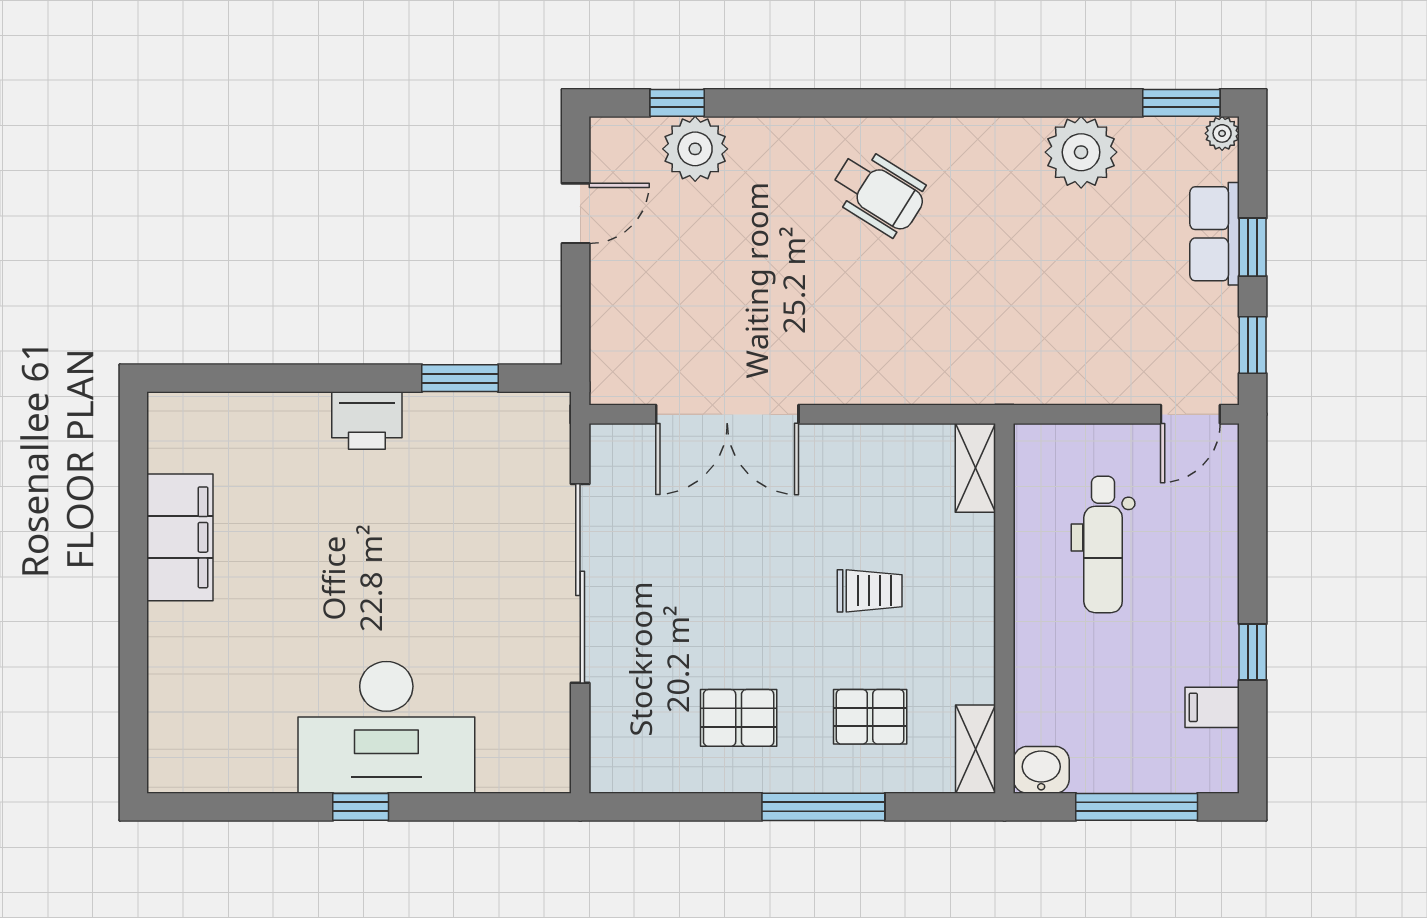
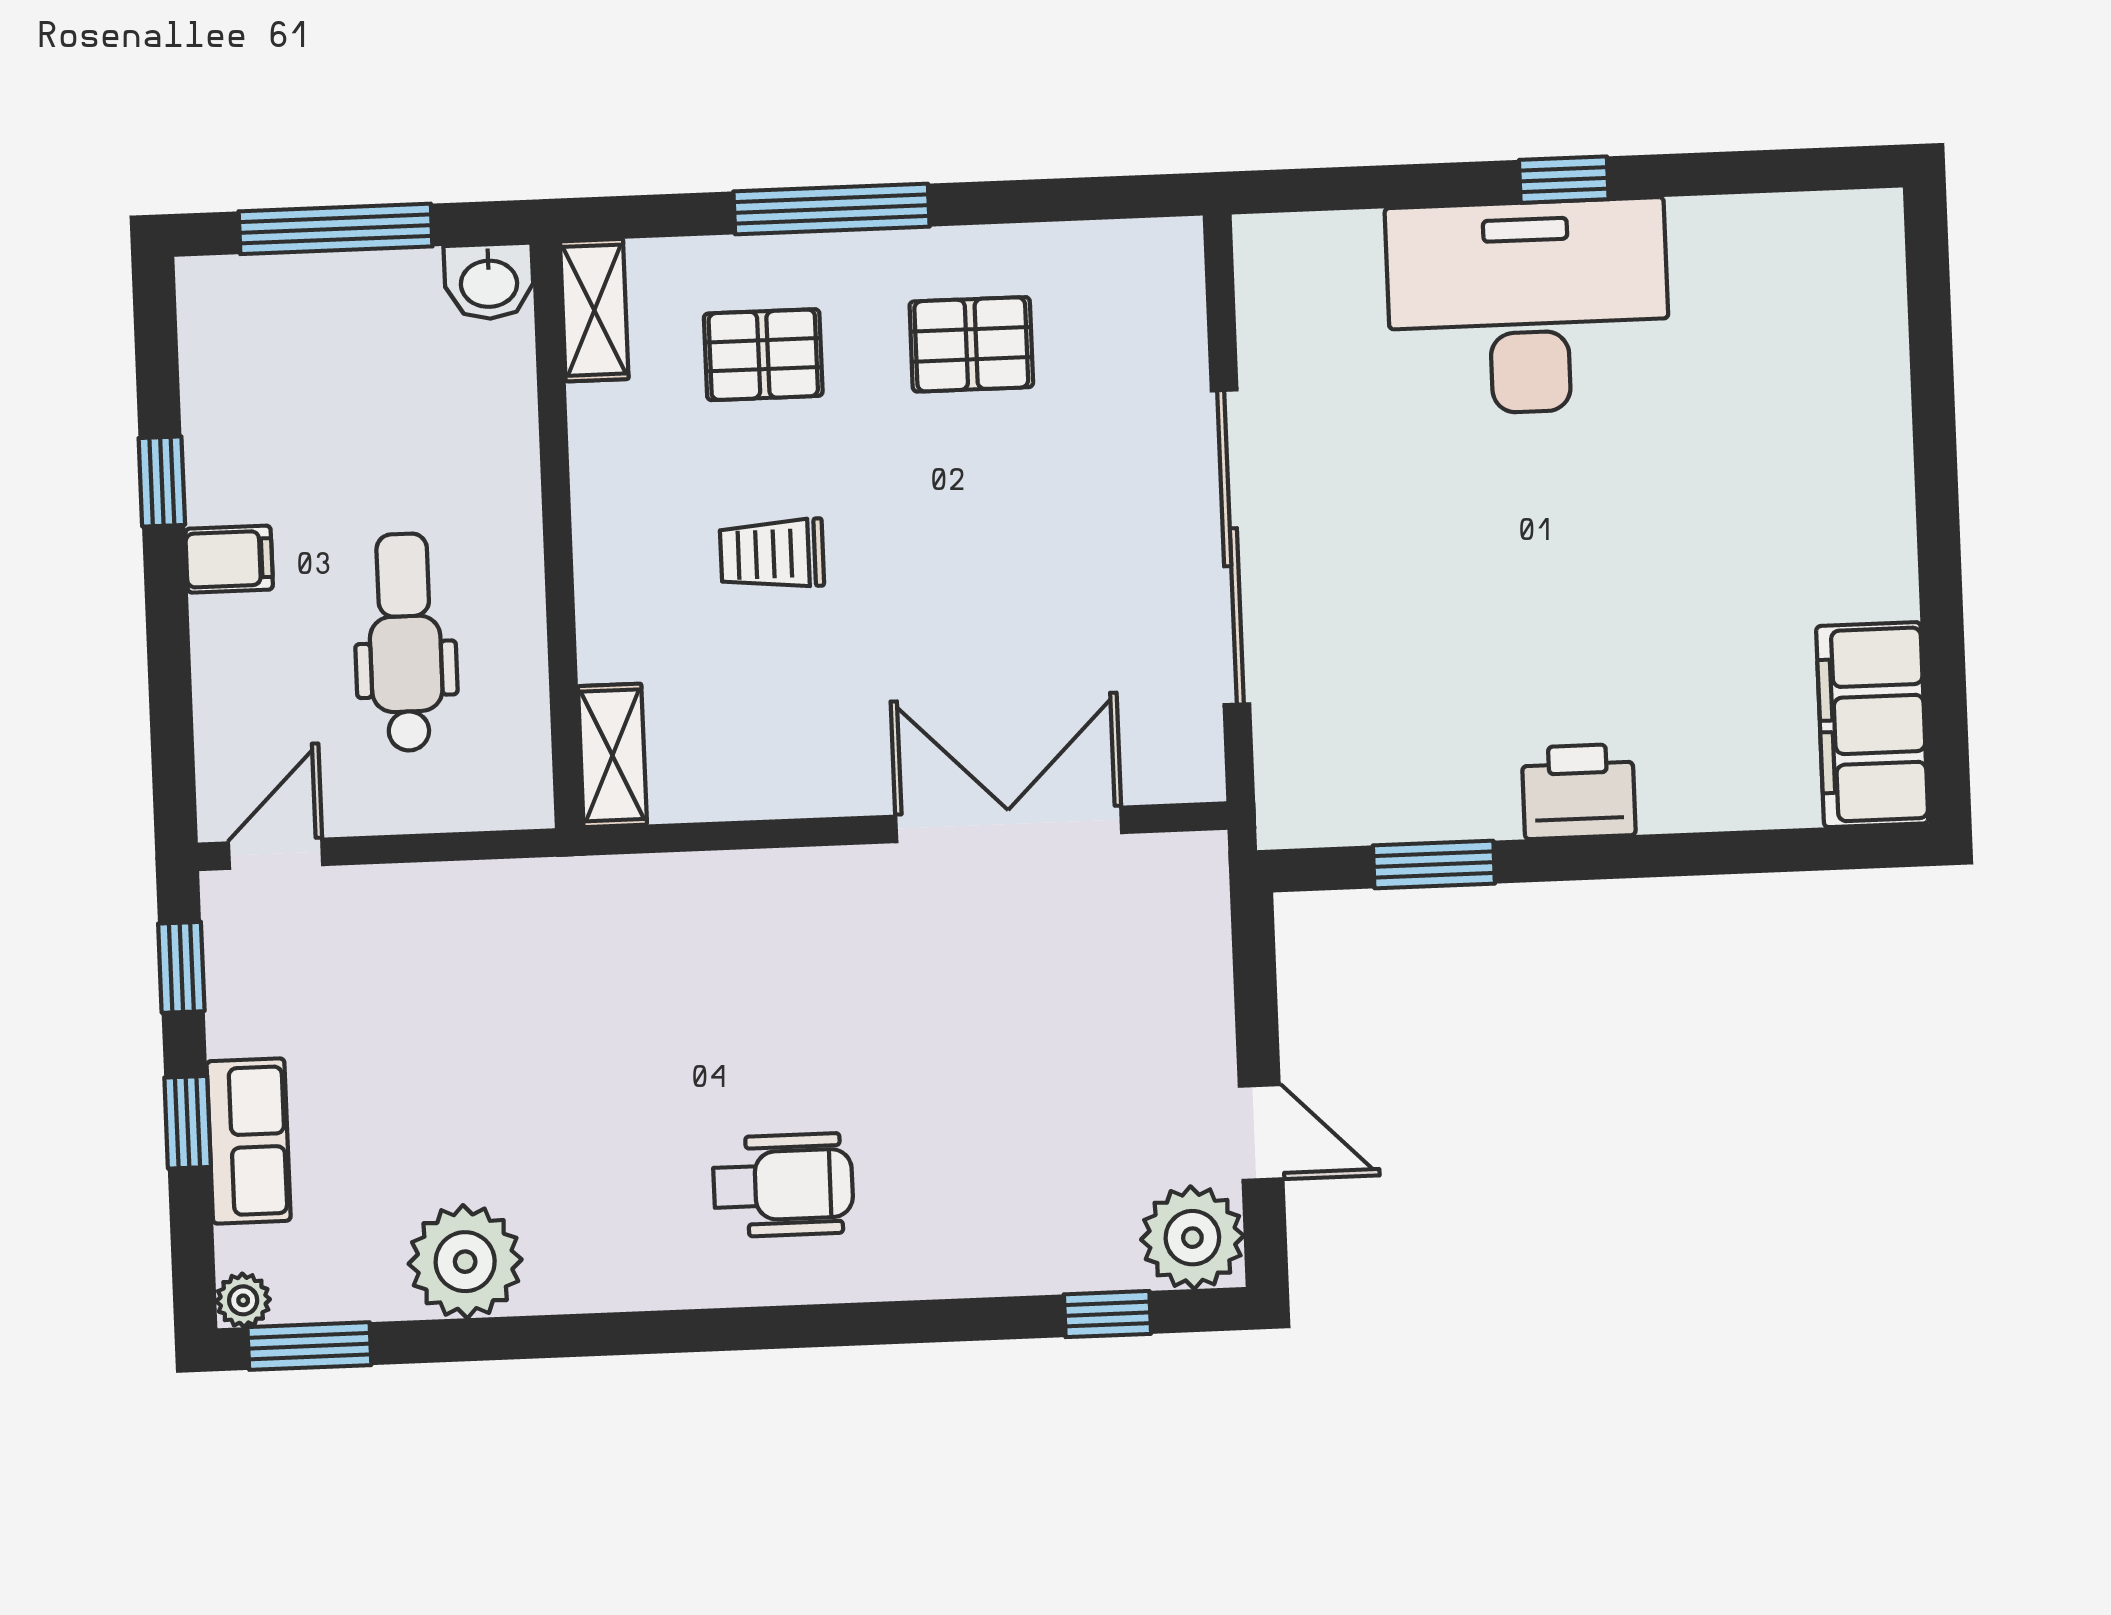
plant: (695, 149) -> (1192, 1238), moved
wheelchair: (879, 192) -> (783, 1185), turned 148
door: (576, 213) -> (1261, 1133), swing flipped
filing cabinet: (180, 537) -> (1872, 725), moved
filing cabinet: (1212, 707) -> (229, 559), moved

